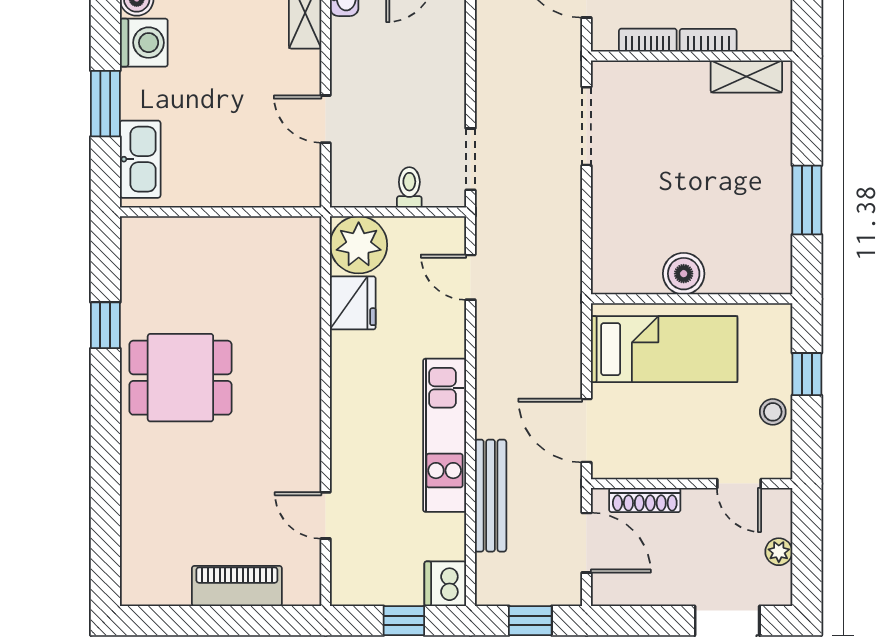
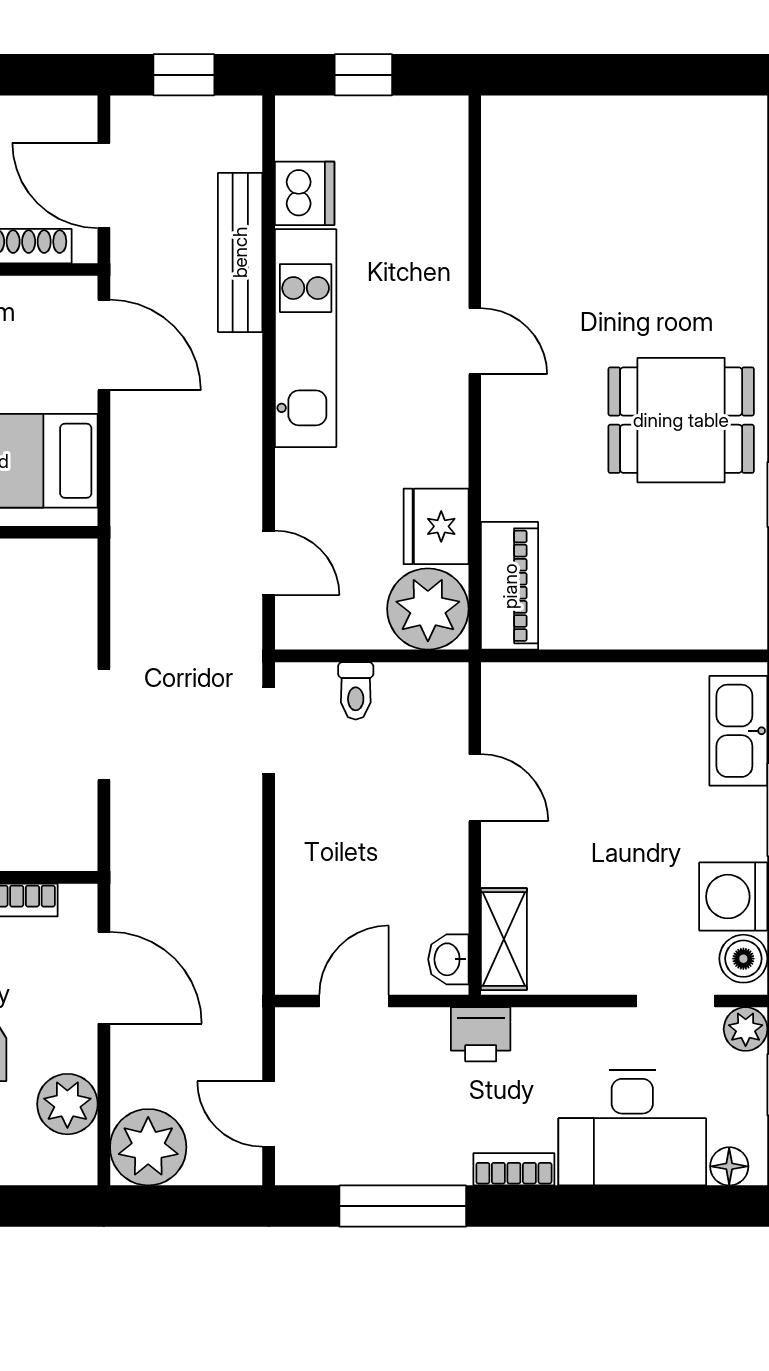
doorway: (586, 126) -> (104, 725), moved
door: (326, 515) -> (475, 341), moved
dishwasher: (445, 584) -> (305, 193), moved
piano: (237, 586) -> (510, 586), moved, turned -90

